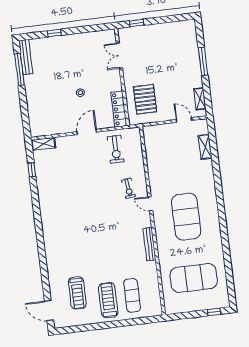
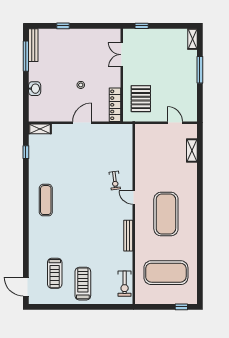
shelving: (200, 99) -> (192, 39), moved
washbasin: (33, 102) -> (35, 89), added
exercise bike: (116, 149) -> (125, 284), moved
exercise mat: (132, 295) -> (46, 200), moved

